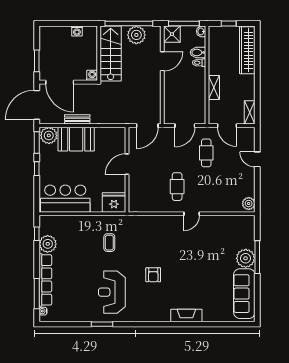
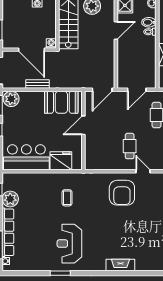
door: (60, 82) -> (32, 50), moved
booth: (76, 139) -> (61, 102), moved
fridge: (114, 203) -> (61, 161), moved
door: (192, 214) -> (143, 171), swing flipped
armchair: (153, 275) -> (122, 193), moved, width x1.88, depth x1.88
fireplace: (186, 315) -> (120, 265), moved

